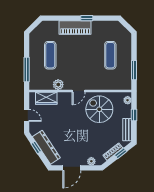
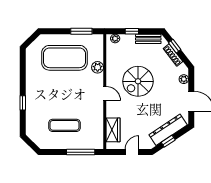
window: (87, 18) -> (23, 103), moved
piano: (75, 28) -> (33, 97), removed
exercise mat: (110, 55) -> (65, 58), width x2.00, depth x1.45
plant: (58, 85) -> (98, 67), moved
spiral stairs: (99, 109) -> (138, 81), moved

